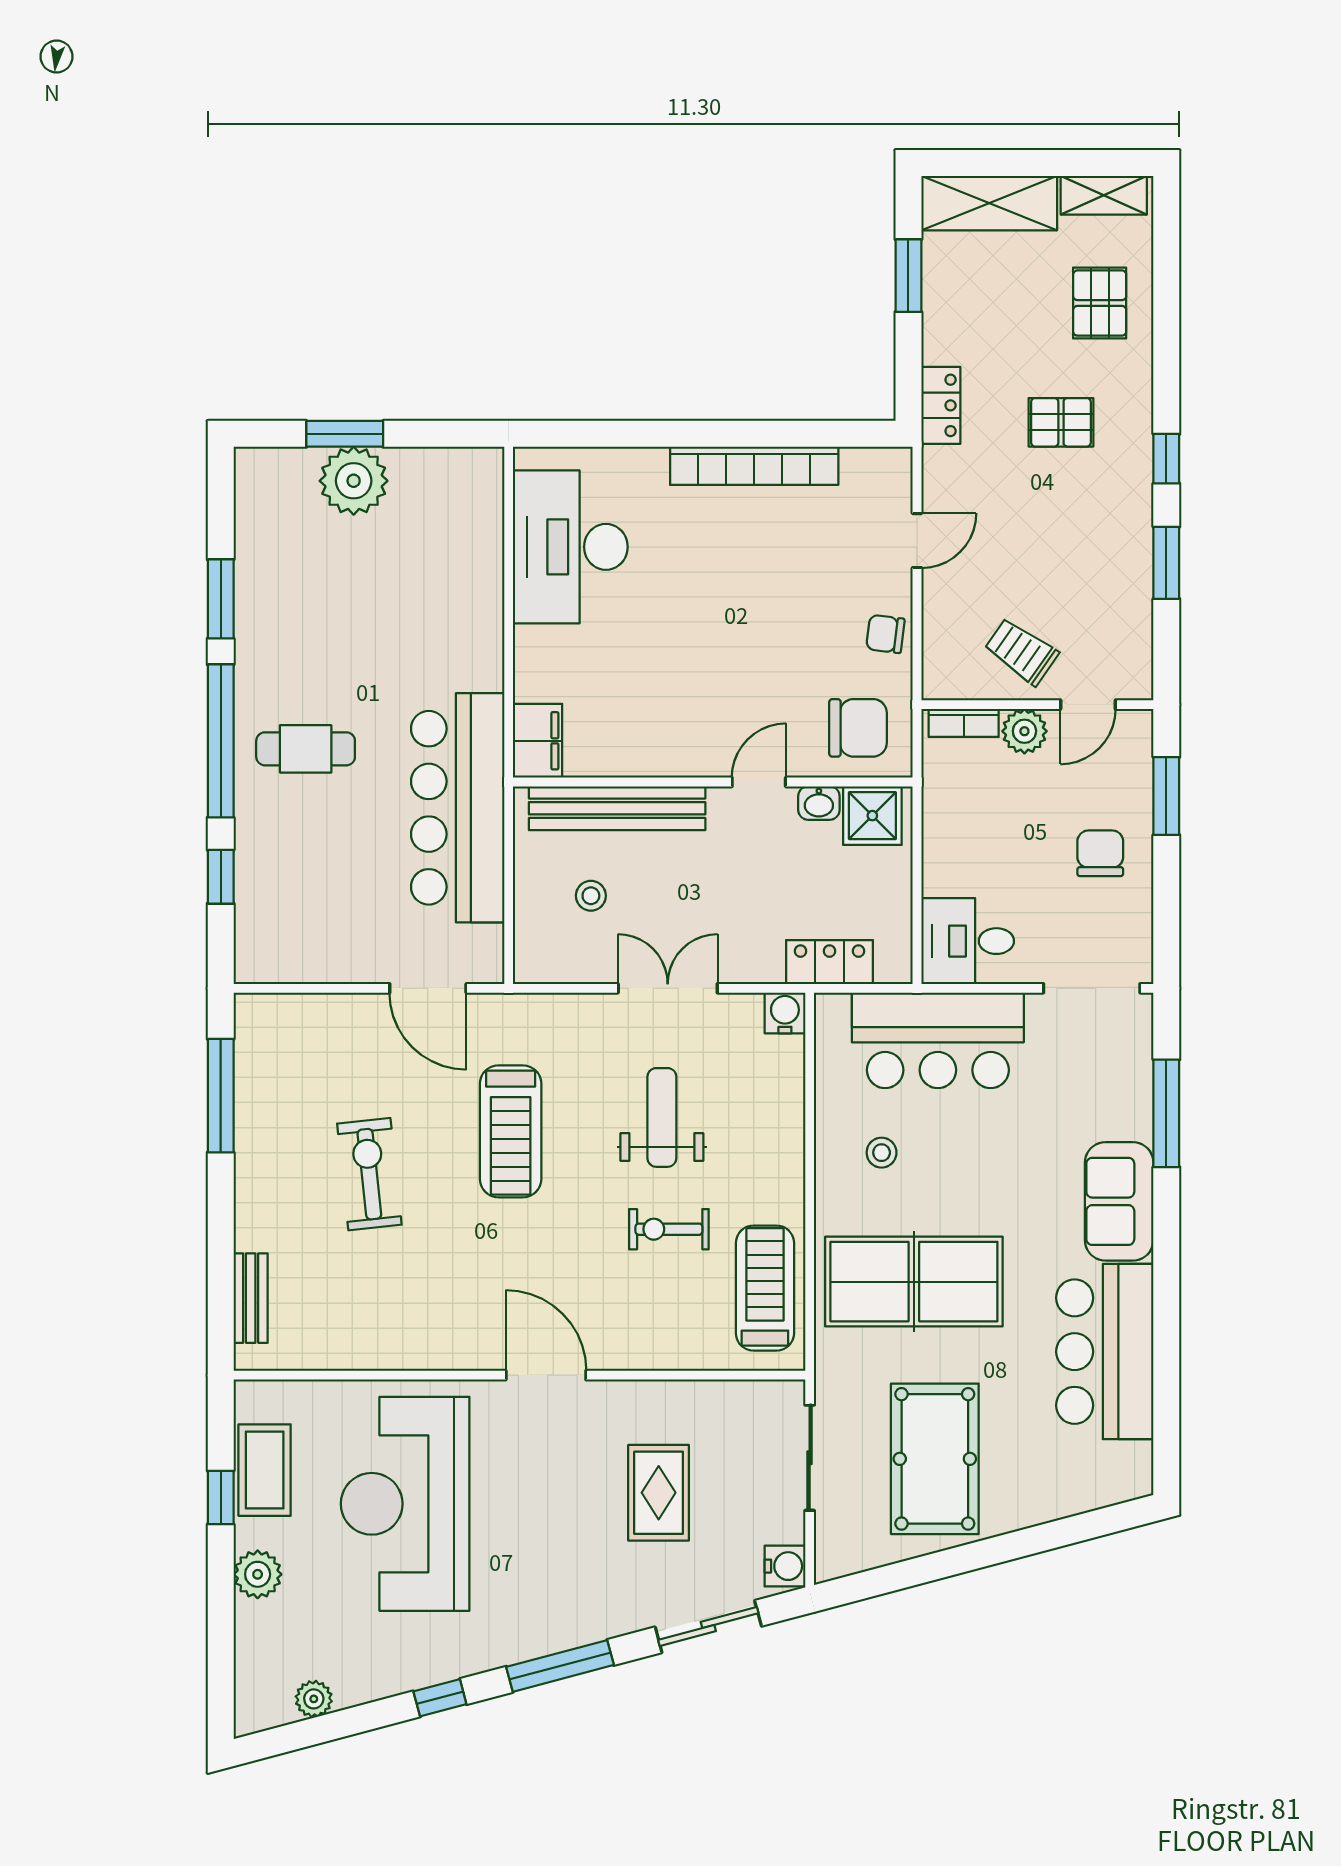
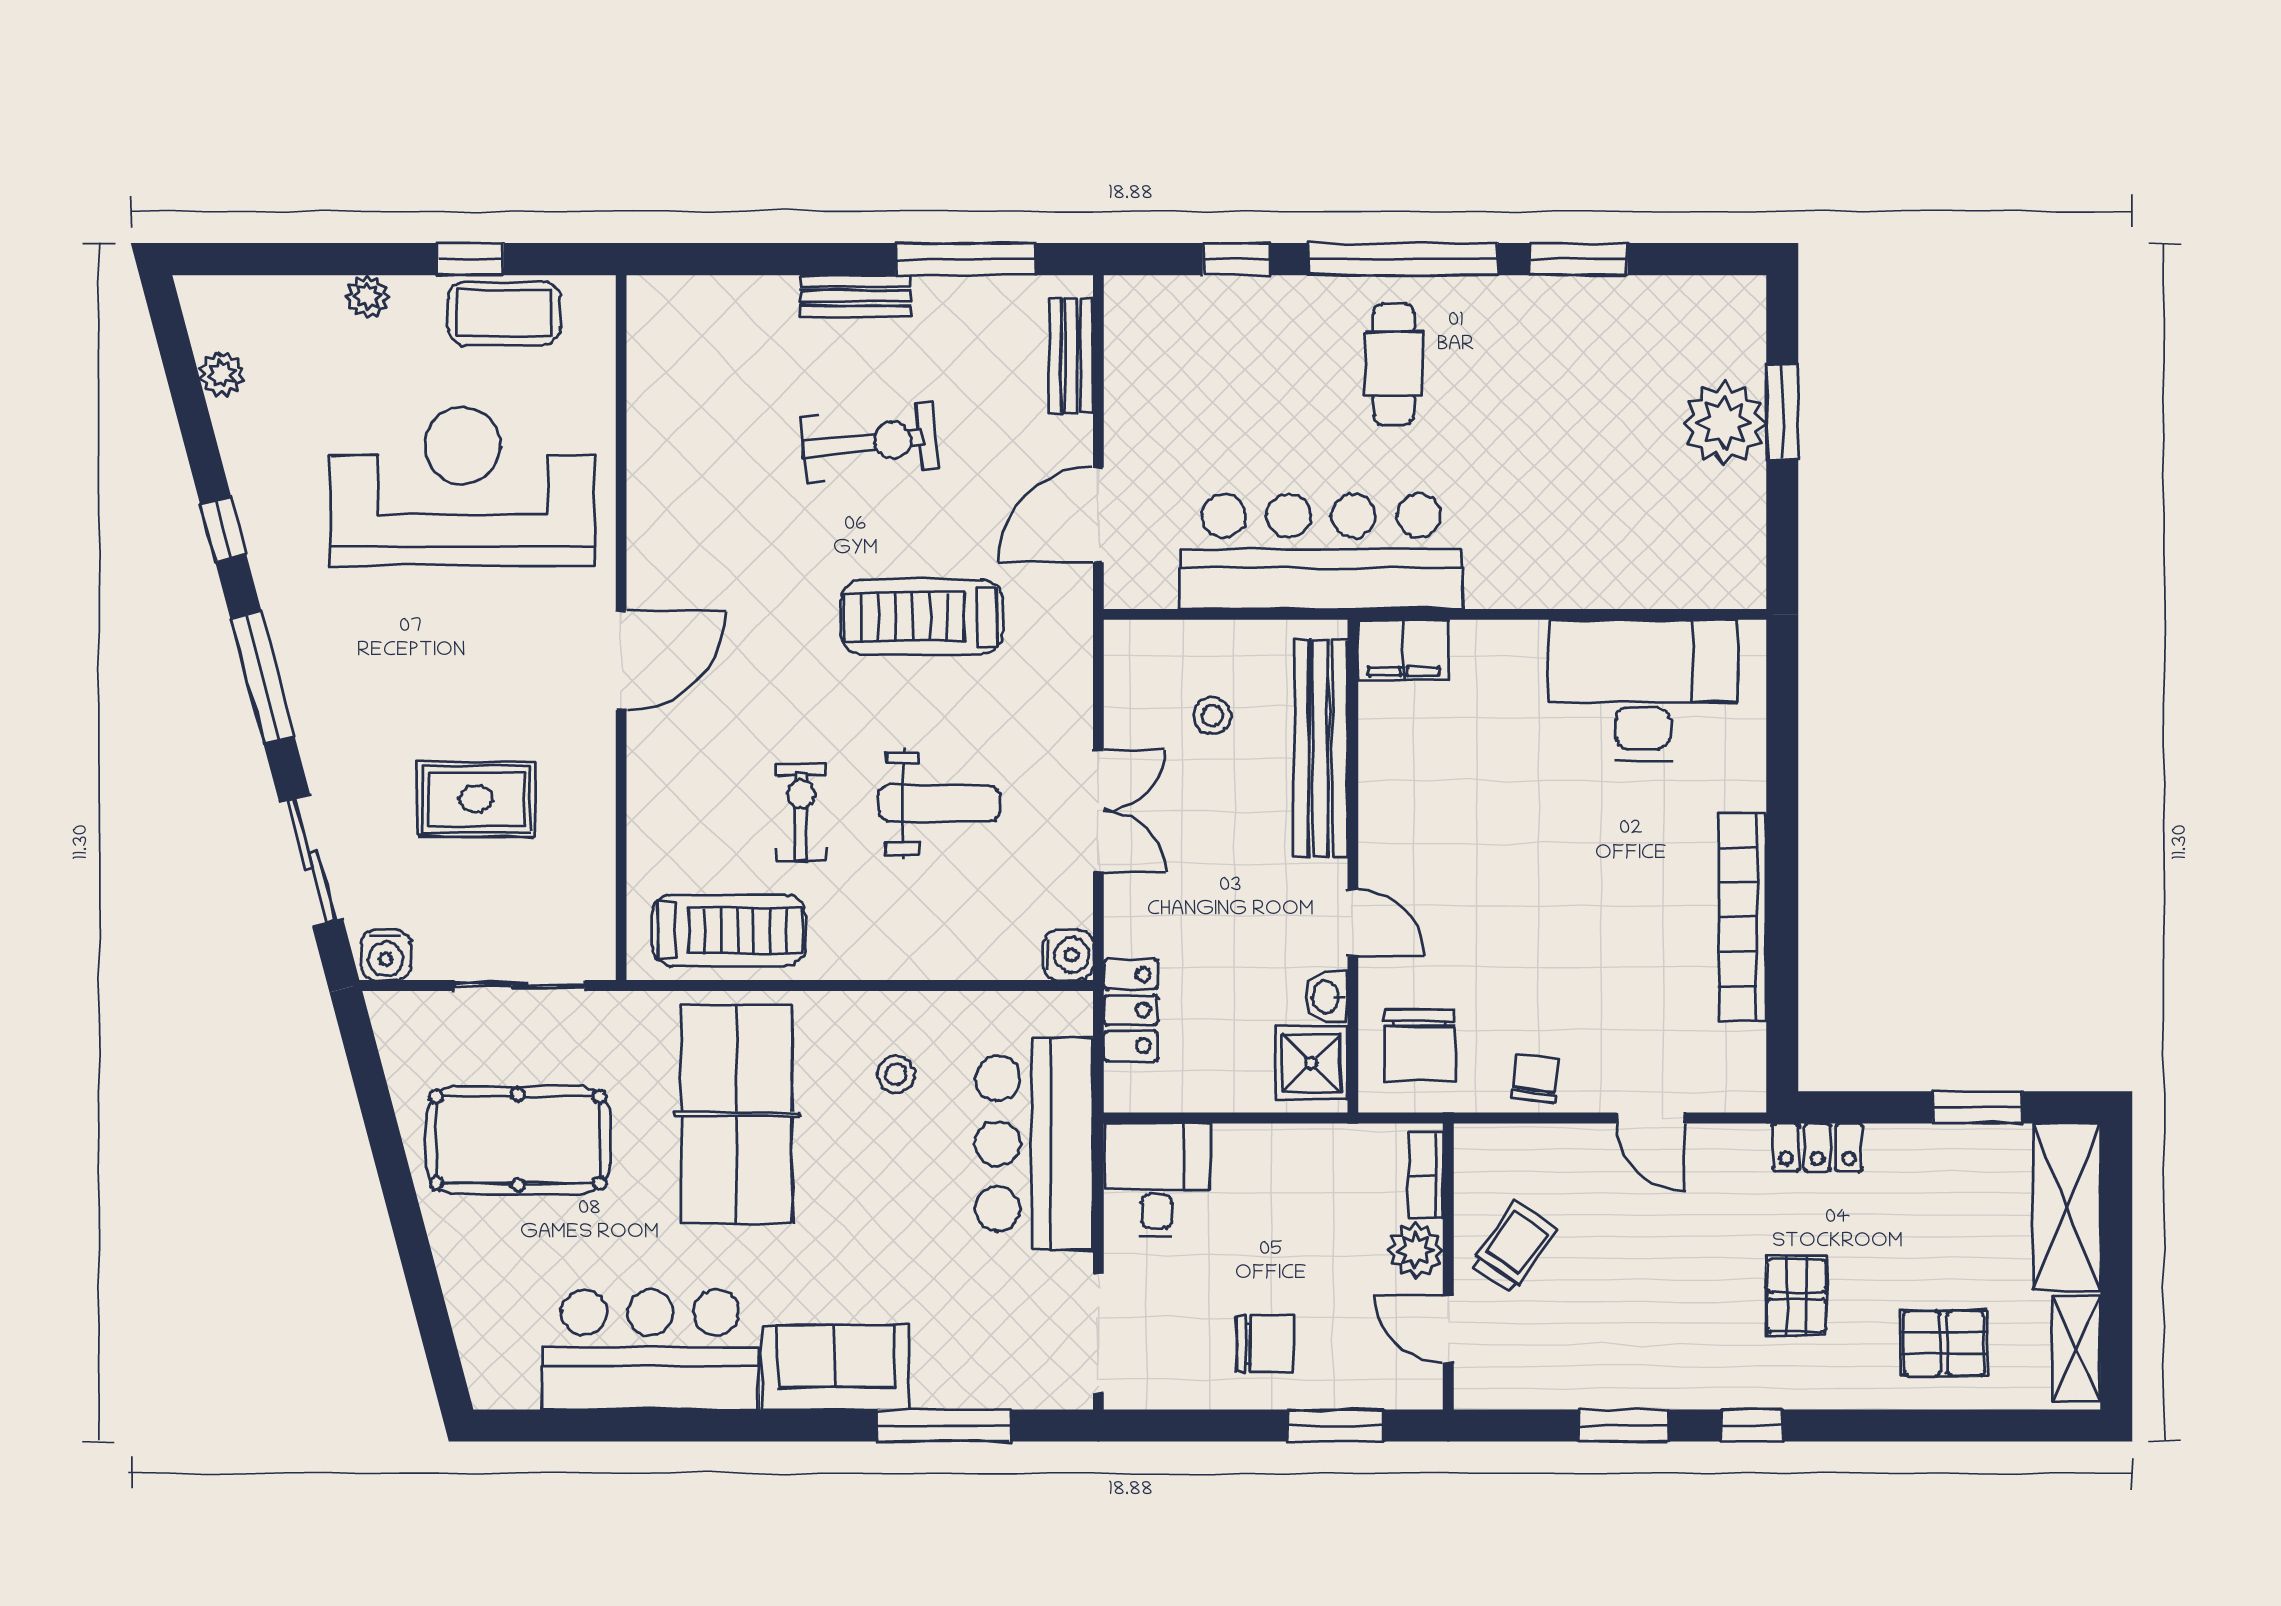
bench: (299, 1010) -> (1071, 355), added
bench: (251, 1298) -> (856, 296), moved
plant: (258, 1574) -> (368, 297), width x0.73, depth x0.73

